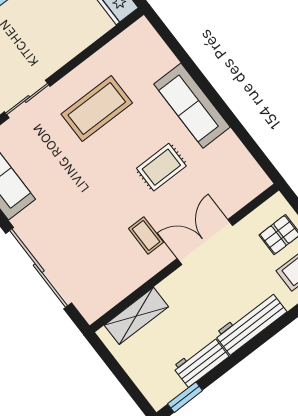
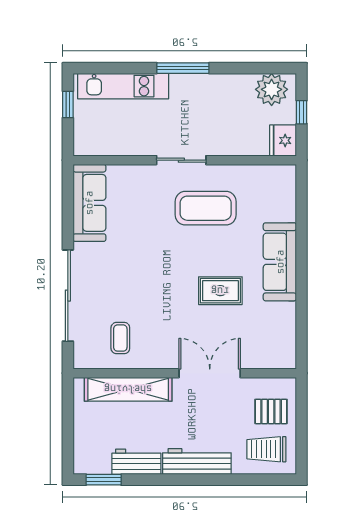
sliding door: (27, 99) -> (181, 160), moved
coffee table: (146, 235) -> (120, 338), moved
shelving: (136, 316) -> (128, 389), width x1.47

